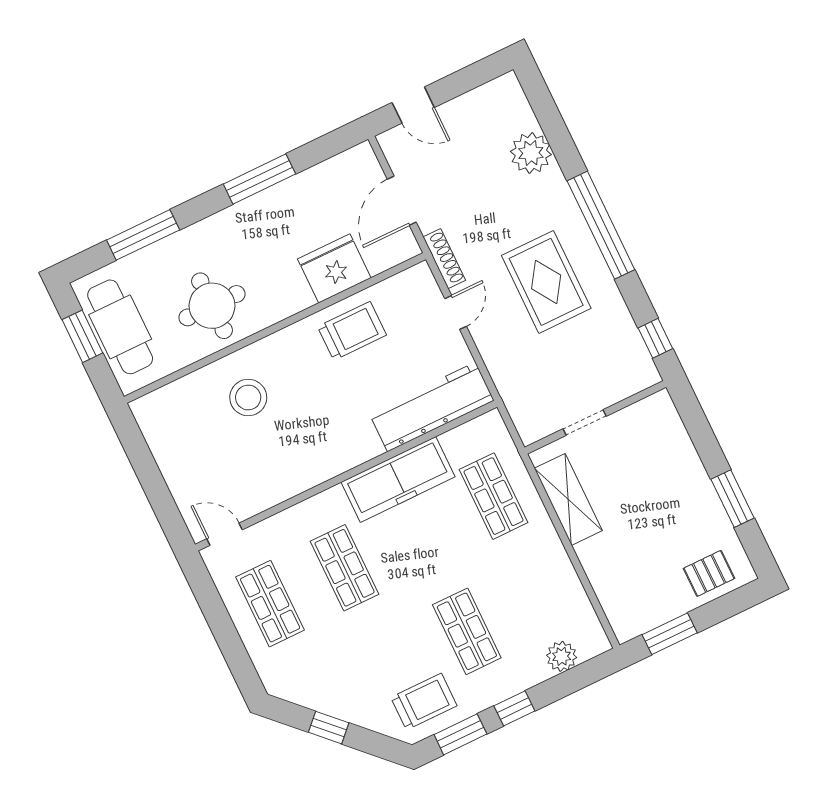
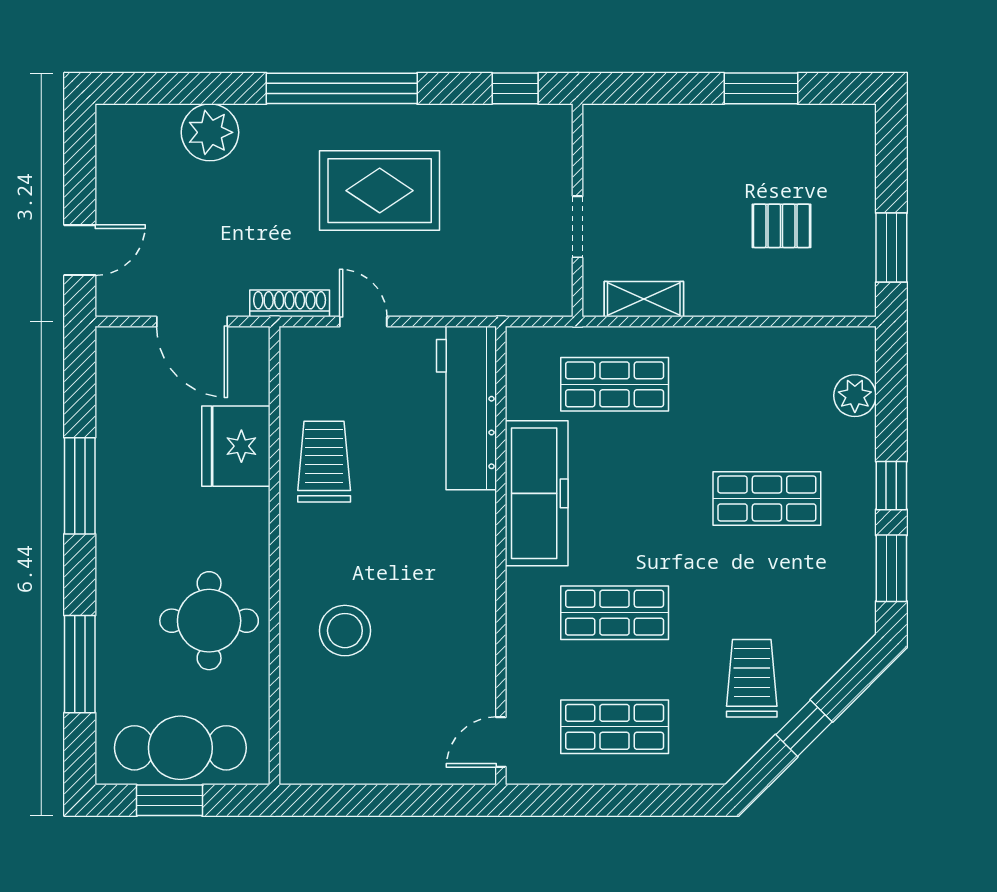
shelving: (568, 499) -> (644, 299), width x0.67, depth x0.75
pallet: (709, 573) -> (781, 226), moved, turned 90
trolley: (424, 702) -> (752, 678), moved

